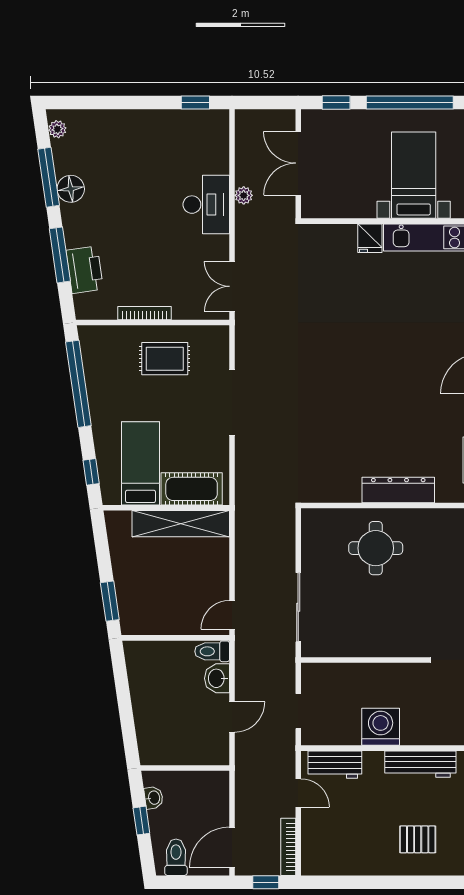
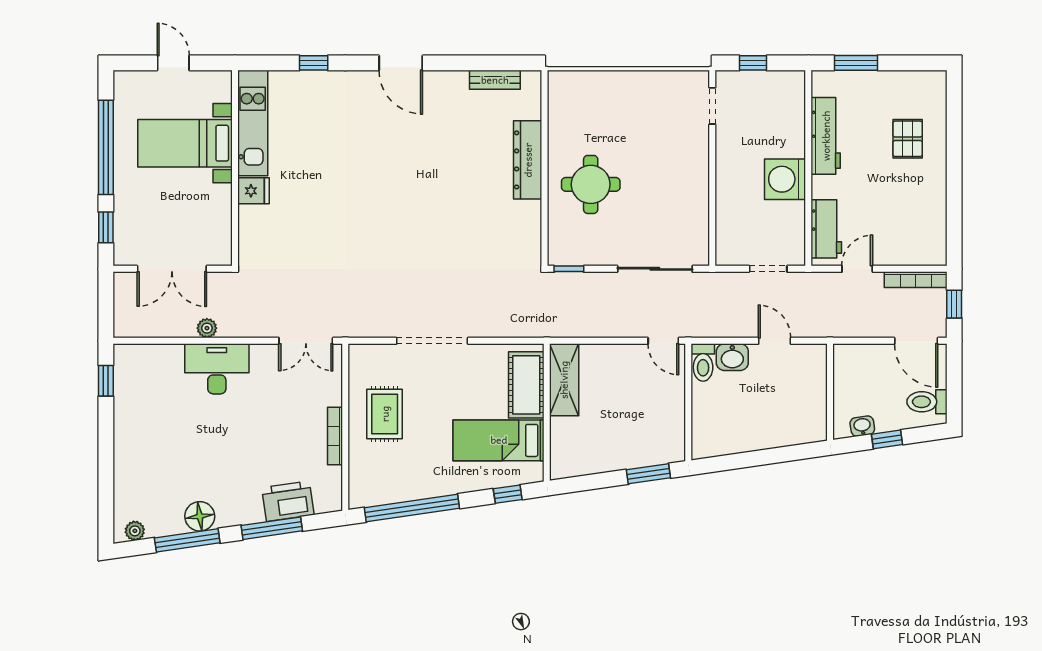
shelving: (181, 524) -> (564, 380), width x0.68
window: (298, 528) -> (569, 269), added

